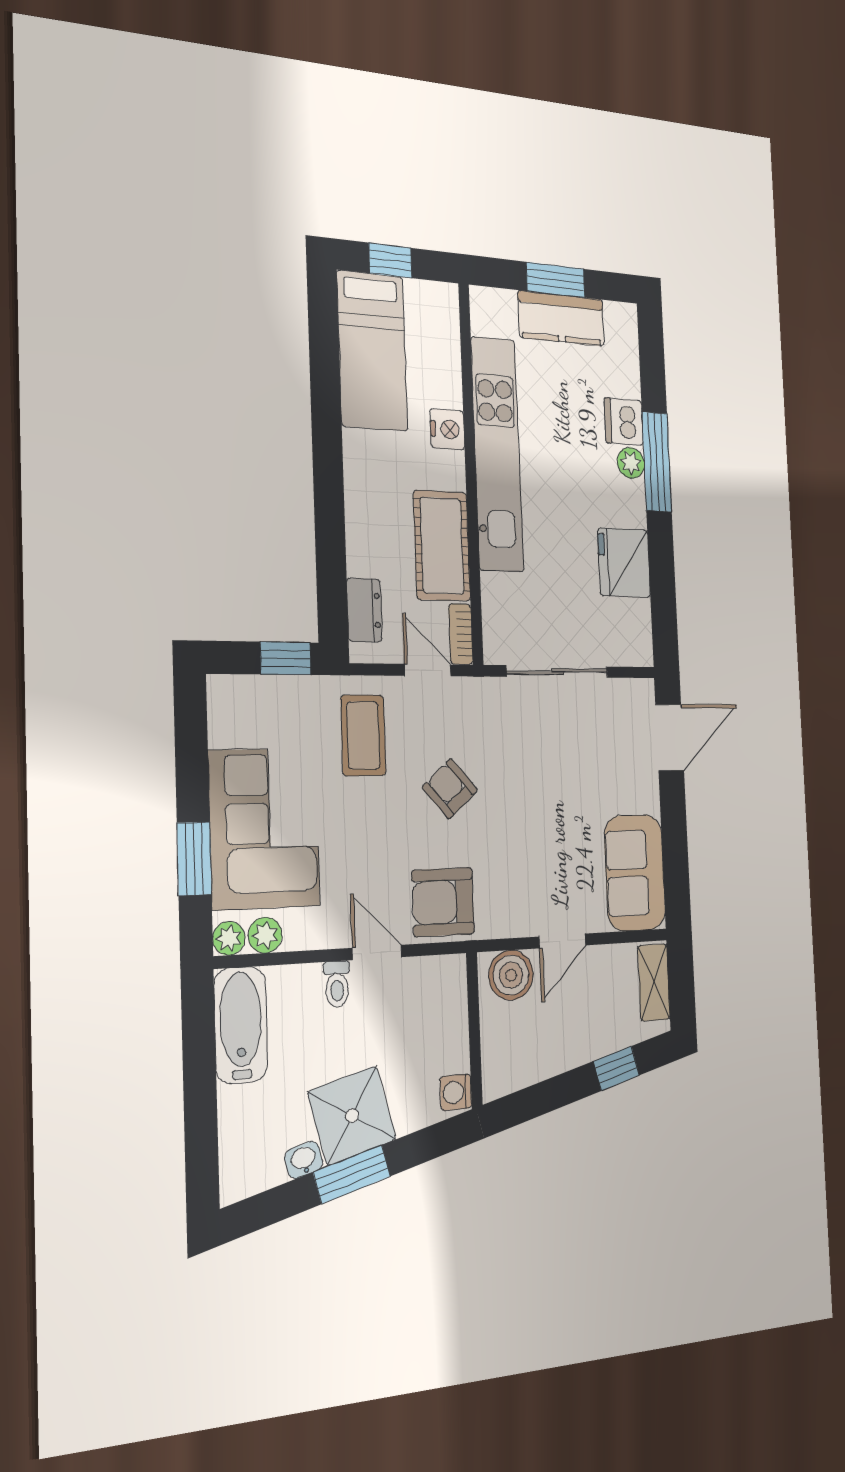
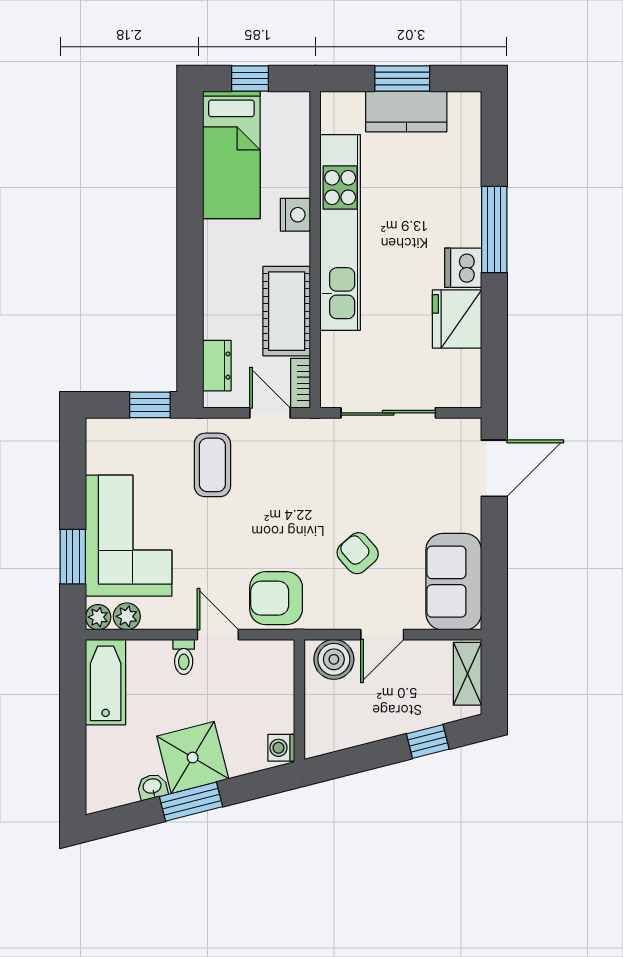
dishwasher: (624, 422) -> (463, 268), moved
plant: (631, 463) -> (468, 232), removed
armchair: (450, 789) -> (358, 553), moved

